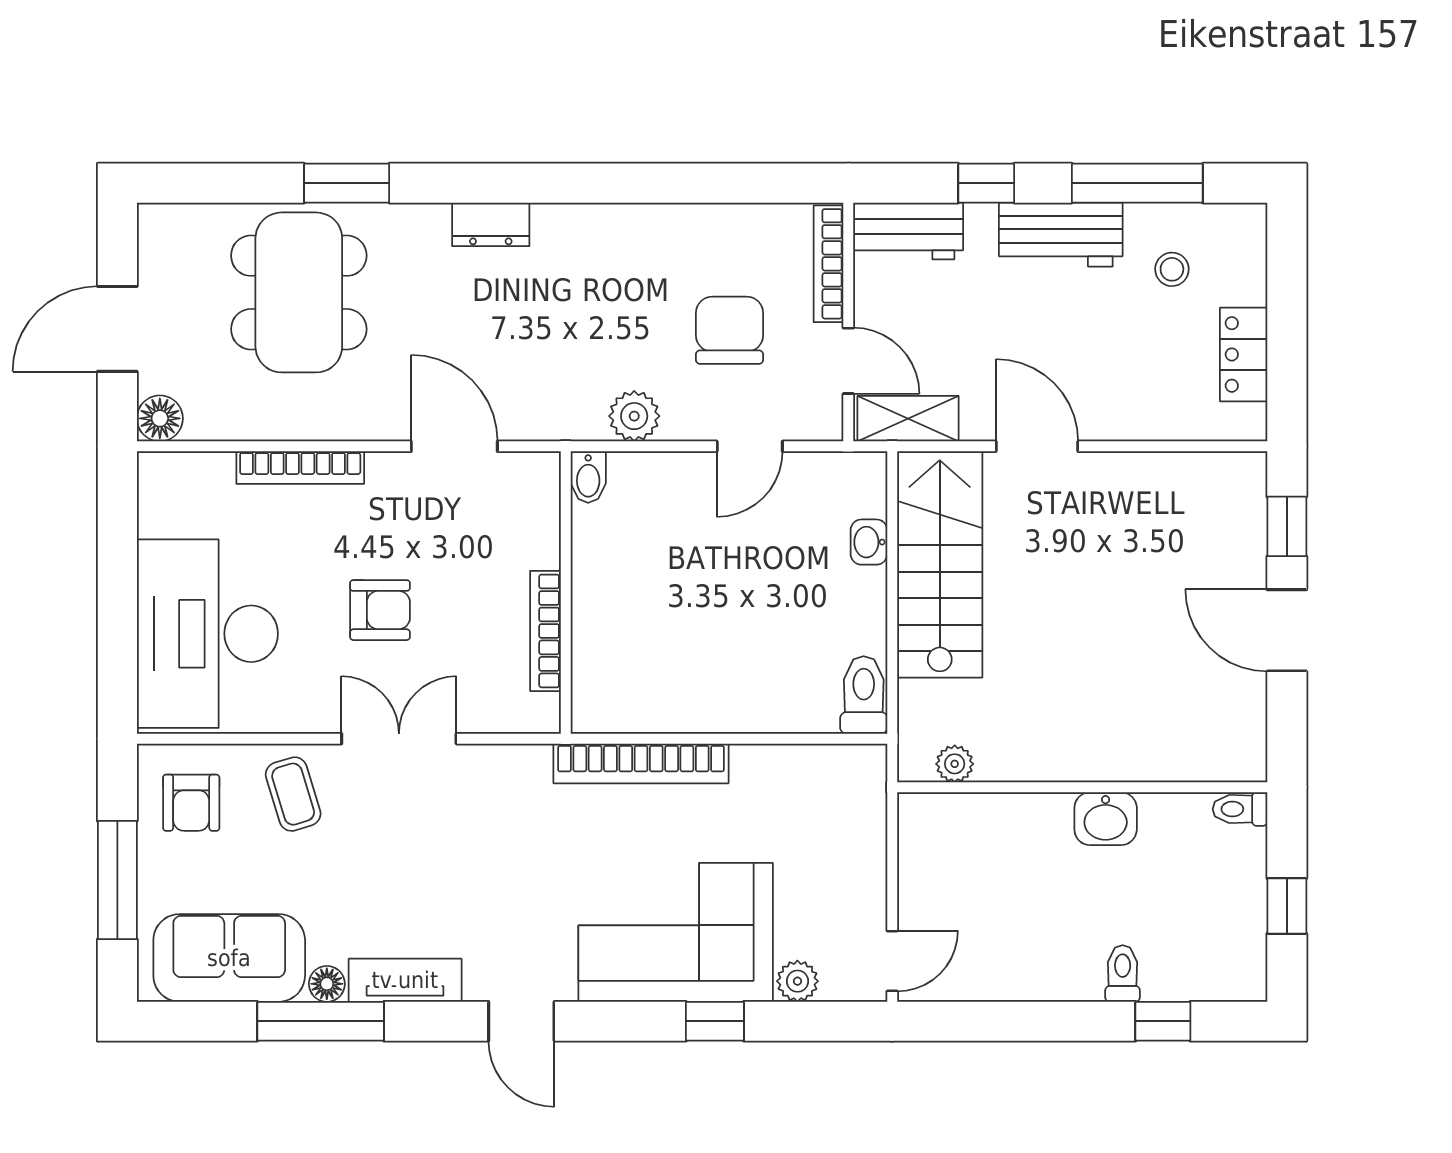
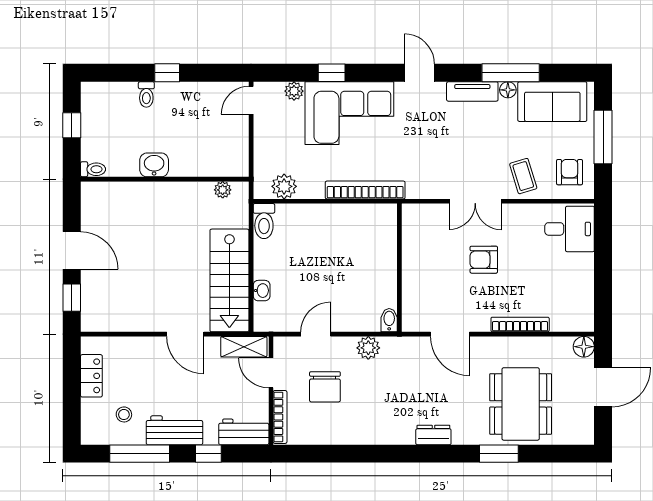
bookcase: (545, 631) -> (409, 250), removed
desk: (207, 634) -> (570, 229), width x0.53, depth x0.77
plant: (819, 771) -> (284, 186), added
window: (1163, 1021) -> (167, 73), moved

